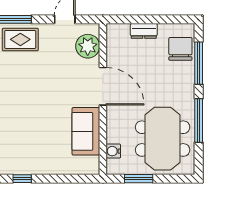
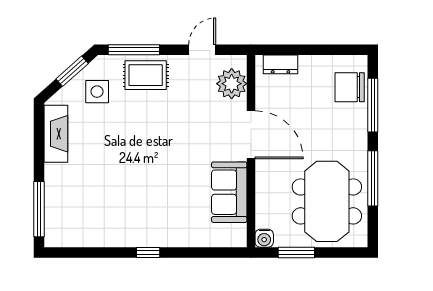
dresser: (144, 31) -> (281, 64), moved
chair: (180, 49) -> (350, 87), turned -90
water cooler: (113, 151) -> (264, 238), moved, turned -90

